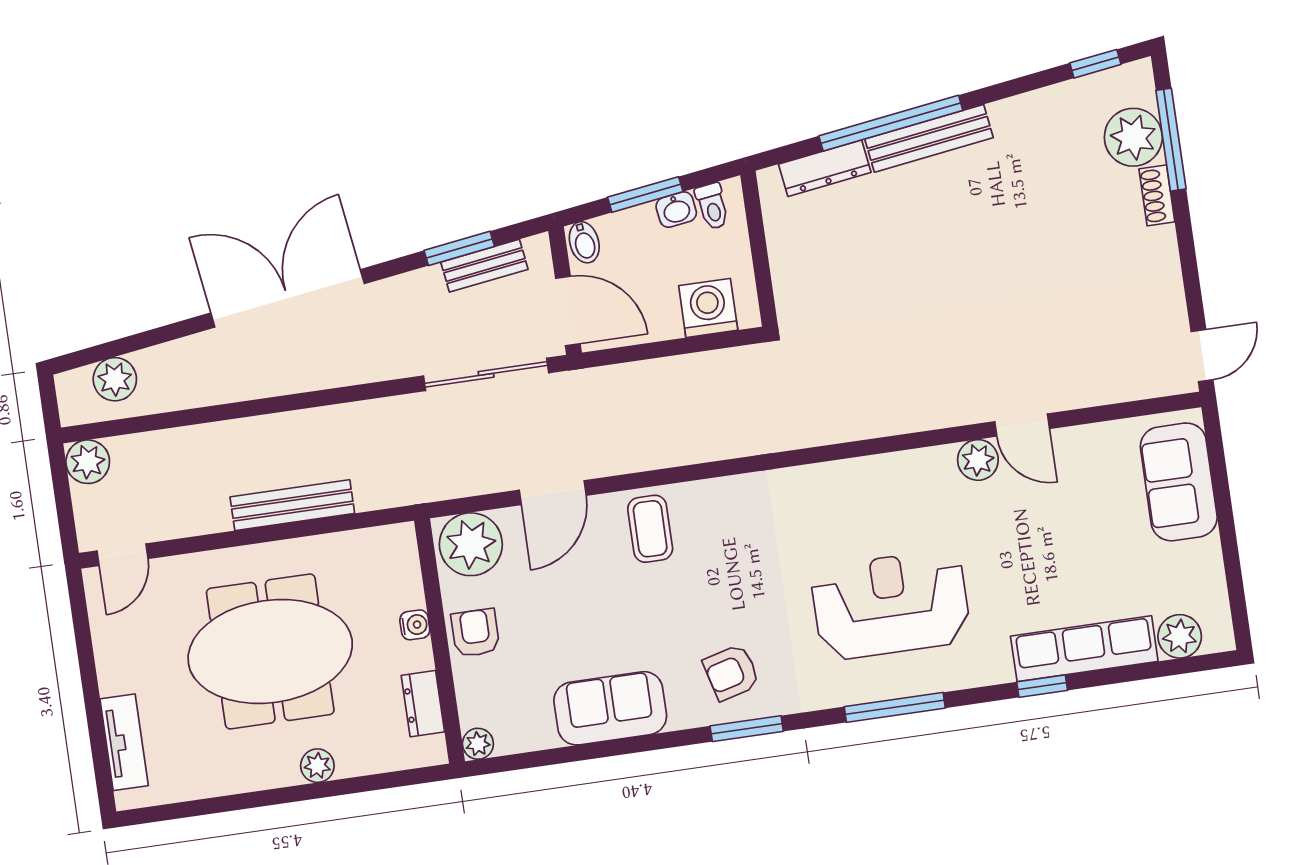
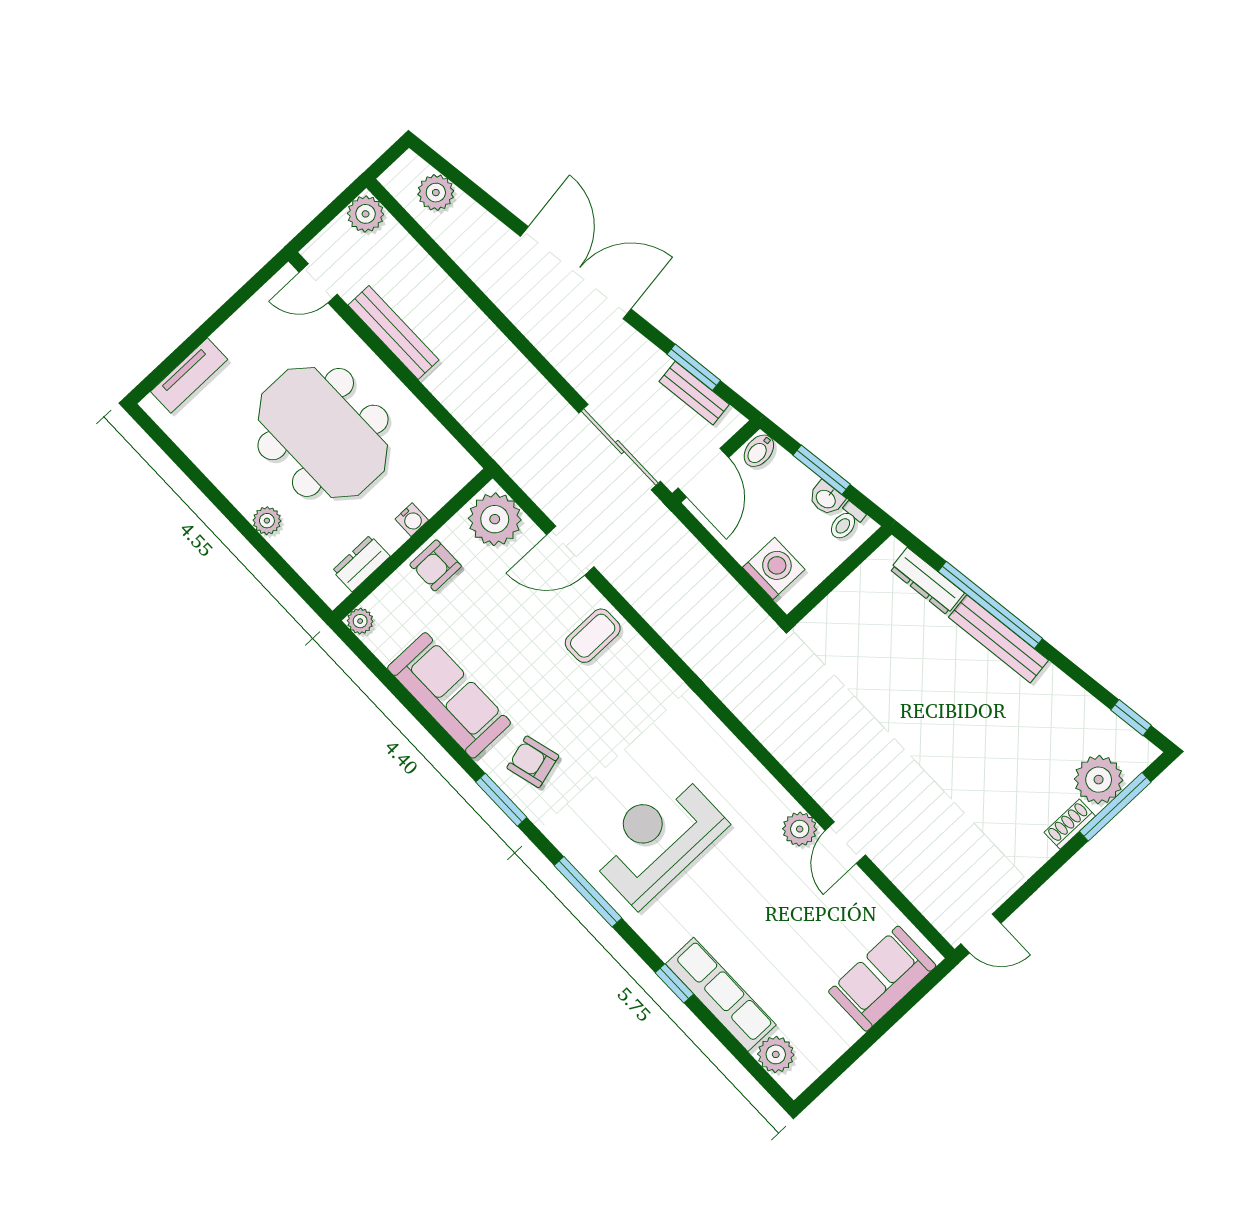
bench: (292, 505) -> (394, 333), moved
reception desk: (891, 605) -> (657, 839), turned -90
armchair: (475, 633) -> (436, 565), turned 180
sofa: (610, 708) -> (449, 695), width x1.36

